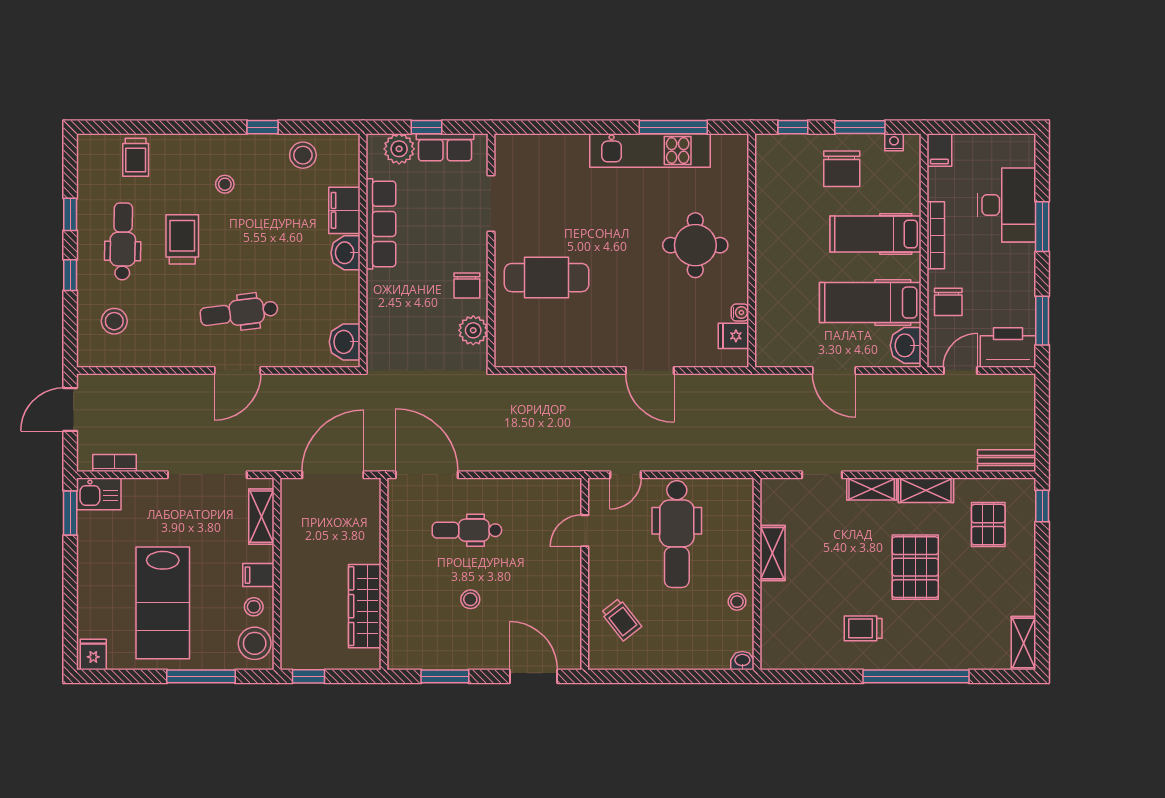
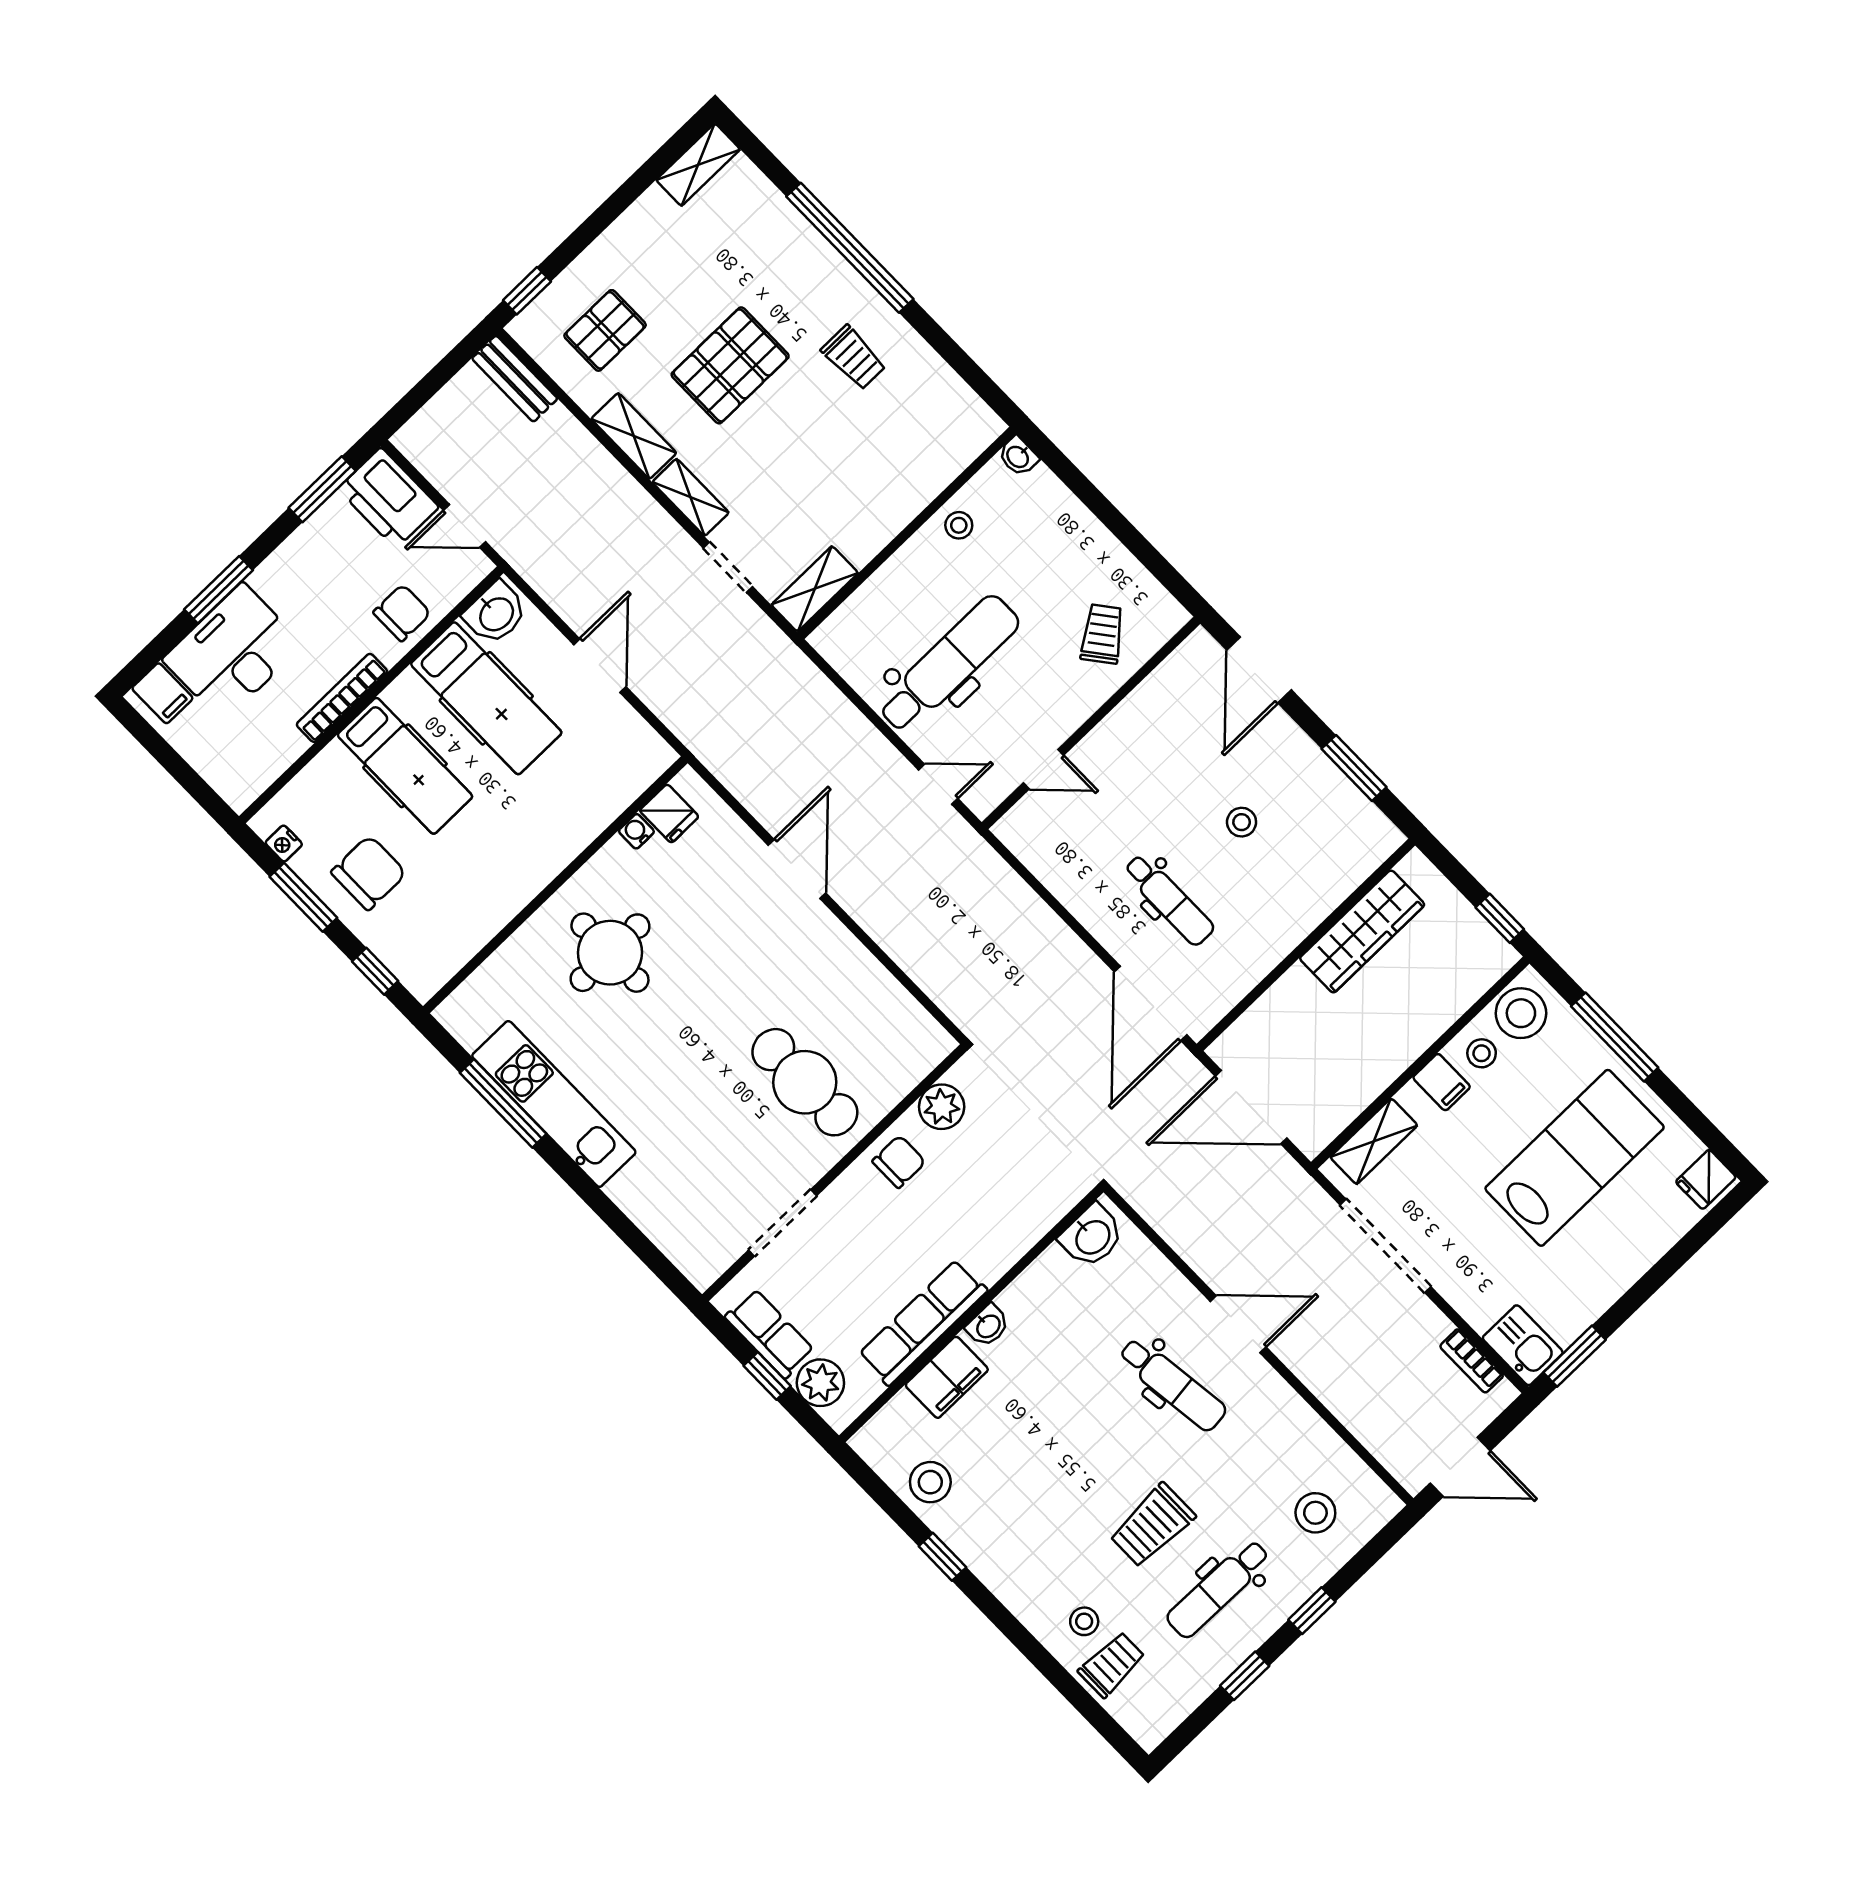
filing cabinet: (939, 150) -> (162, 693), moved, turned 90
stool: (225, 184) -> (1084, 1621), moved
washbasin: (345, 253) -> (988, 1326), width x0.72, depth x0.69
shelving: (773, 553) -> (815, 589), moved

